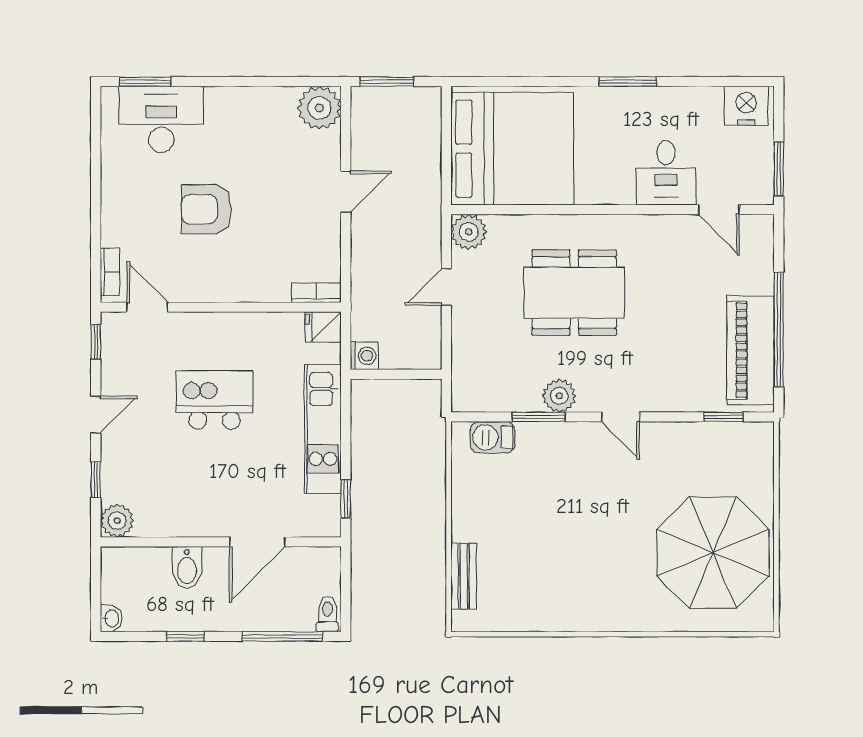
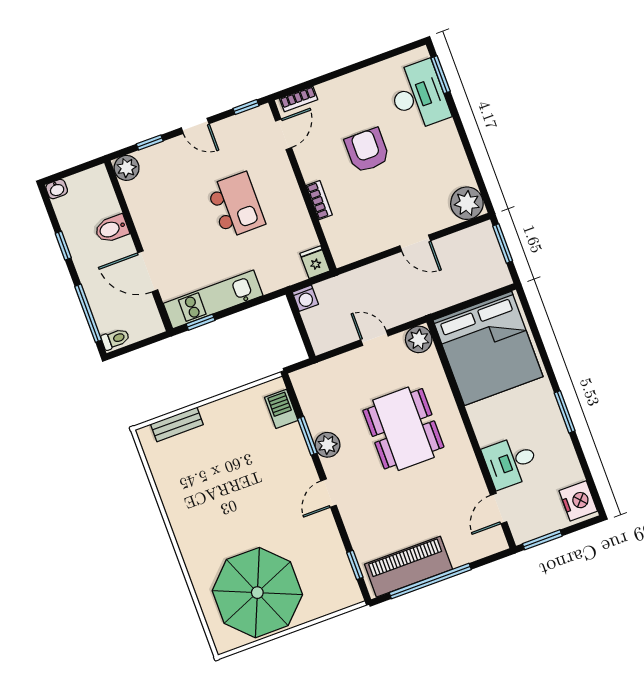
bookcase: (317, 293) -> (319, 200), moved
kitchen unit: (323, 429) -> (213, 299), moved

